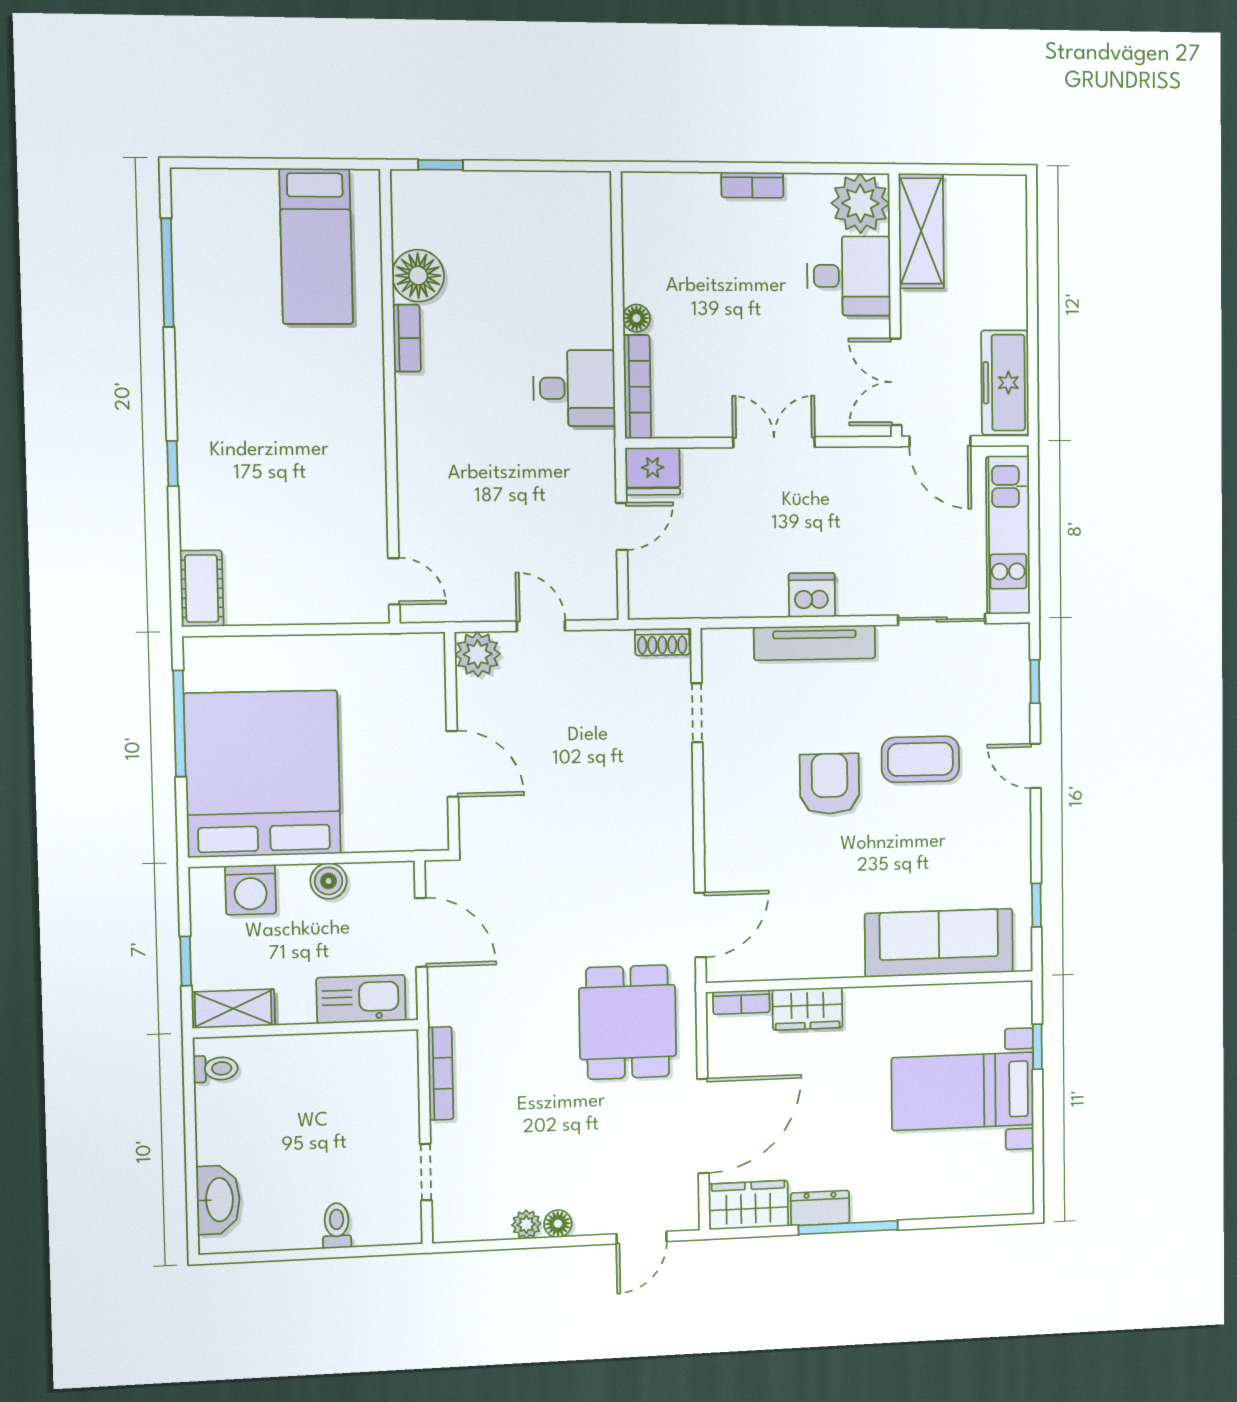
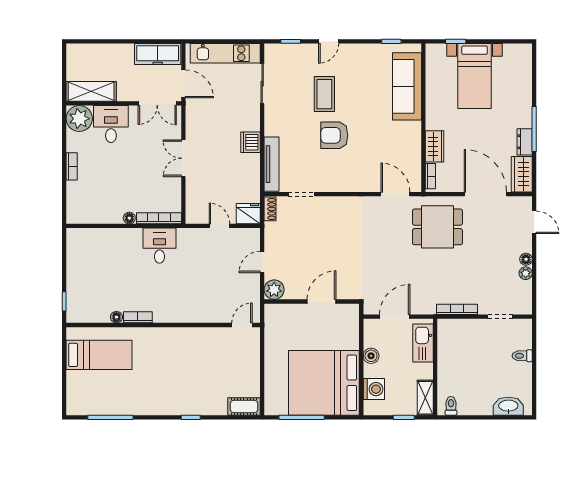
floor lamp: (418, 276) -> (116, 317), width x0.53, depth x0.53
door: (940, 441) -> (183, 84), hinge flipped
fridge: (653, 471) -> (248, 214), moved, turned -90
tv unit: (815, 643) -> (272, 164), moved

